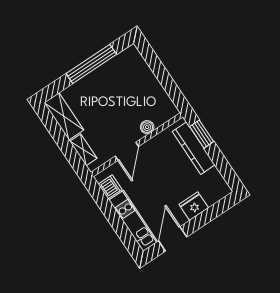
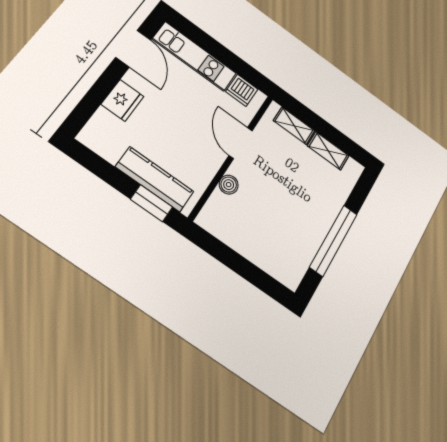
shelving: (64, 116) -> (328, 151), width x0.67, depth x0.75

